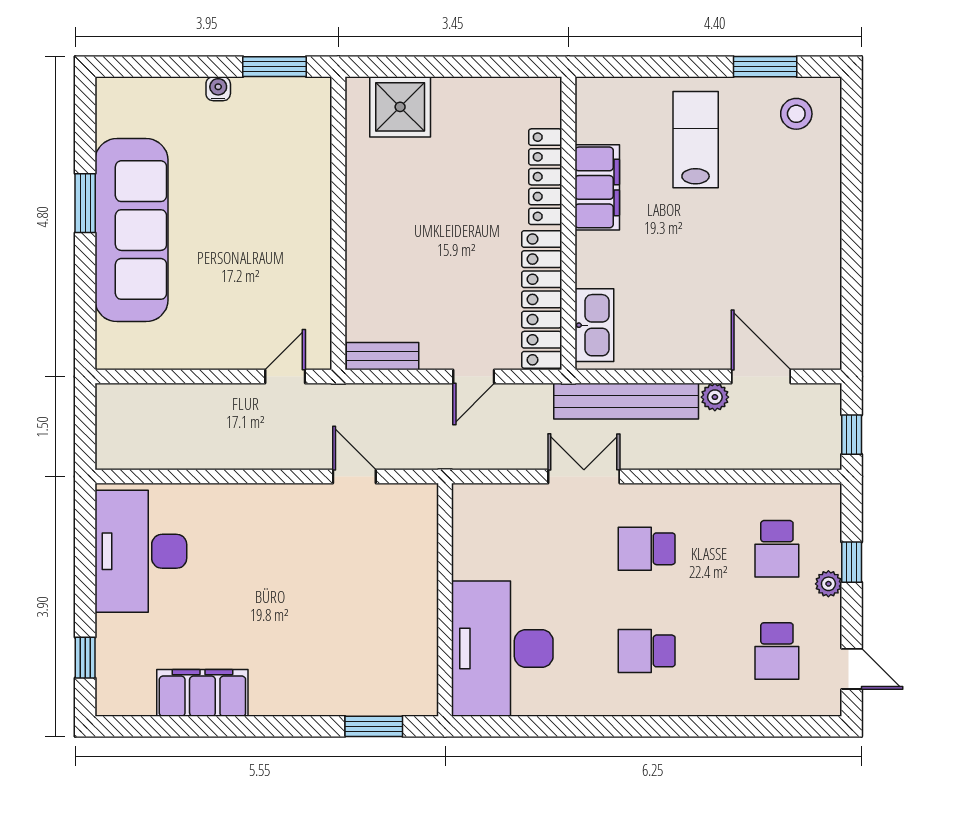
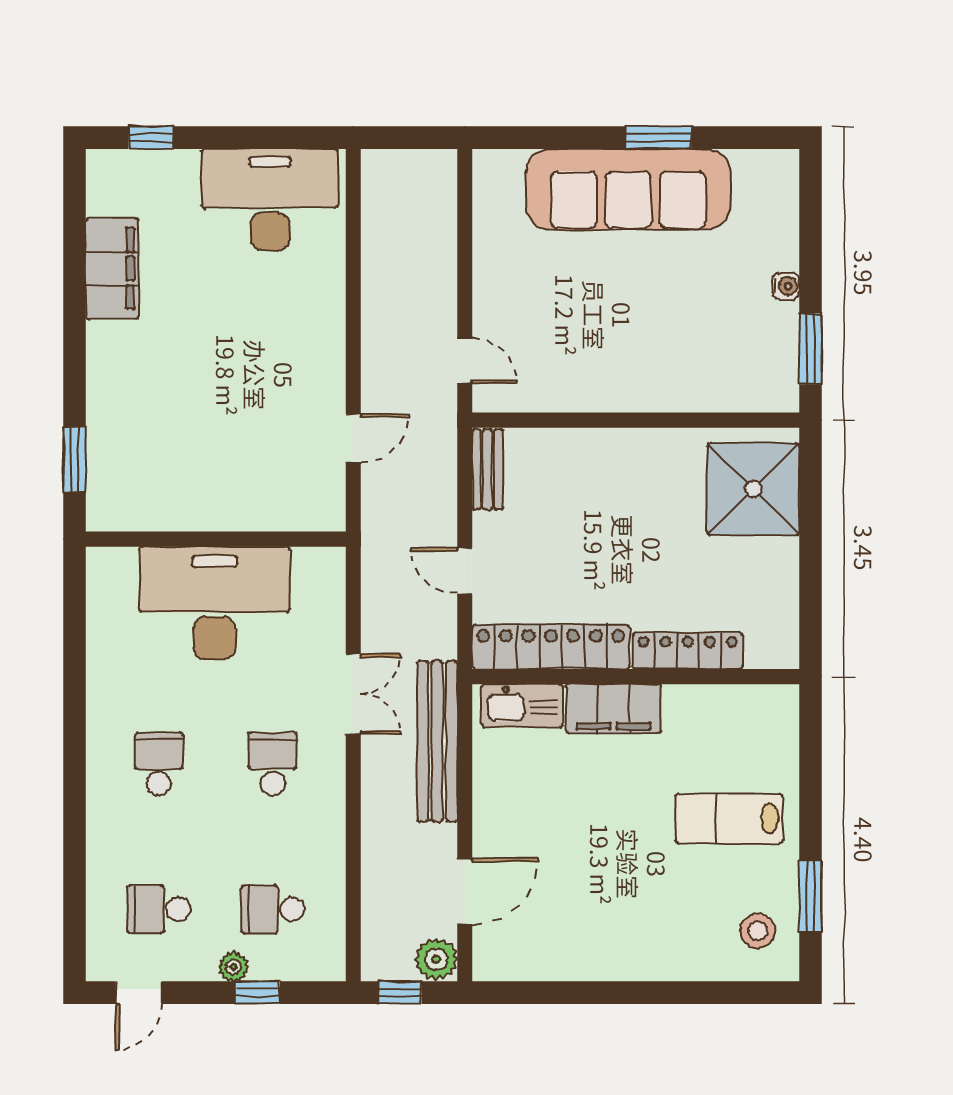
shower: (400, 107) -> (753, 489), width x1.37, depth x1.37
lab bench: (696, 140) -> (729, 819), turned 180
filing cabinet: (597, 187) -> (614, 709), moved
plant: (715, 397) -> (436, 959), moved, width x1.38, depth x1.38
desk: (502, 649) -> (214, 603), moved

